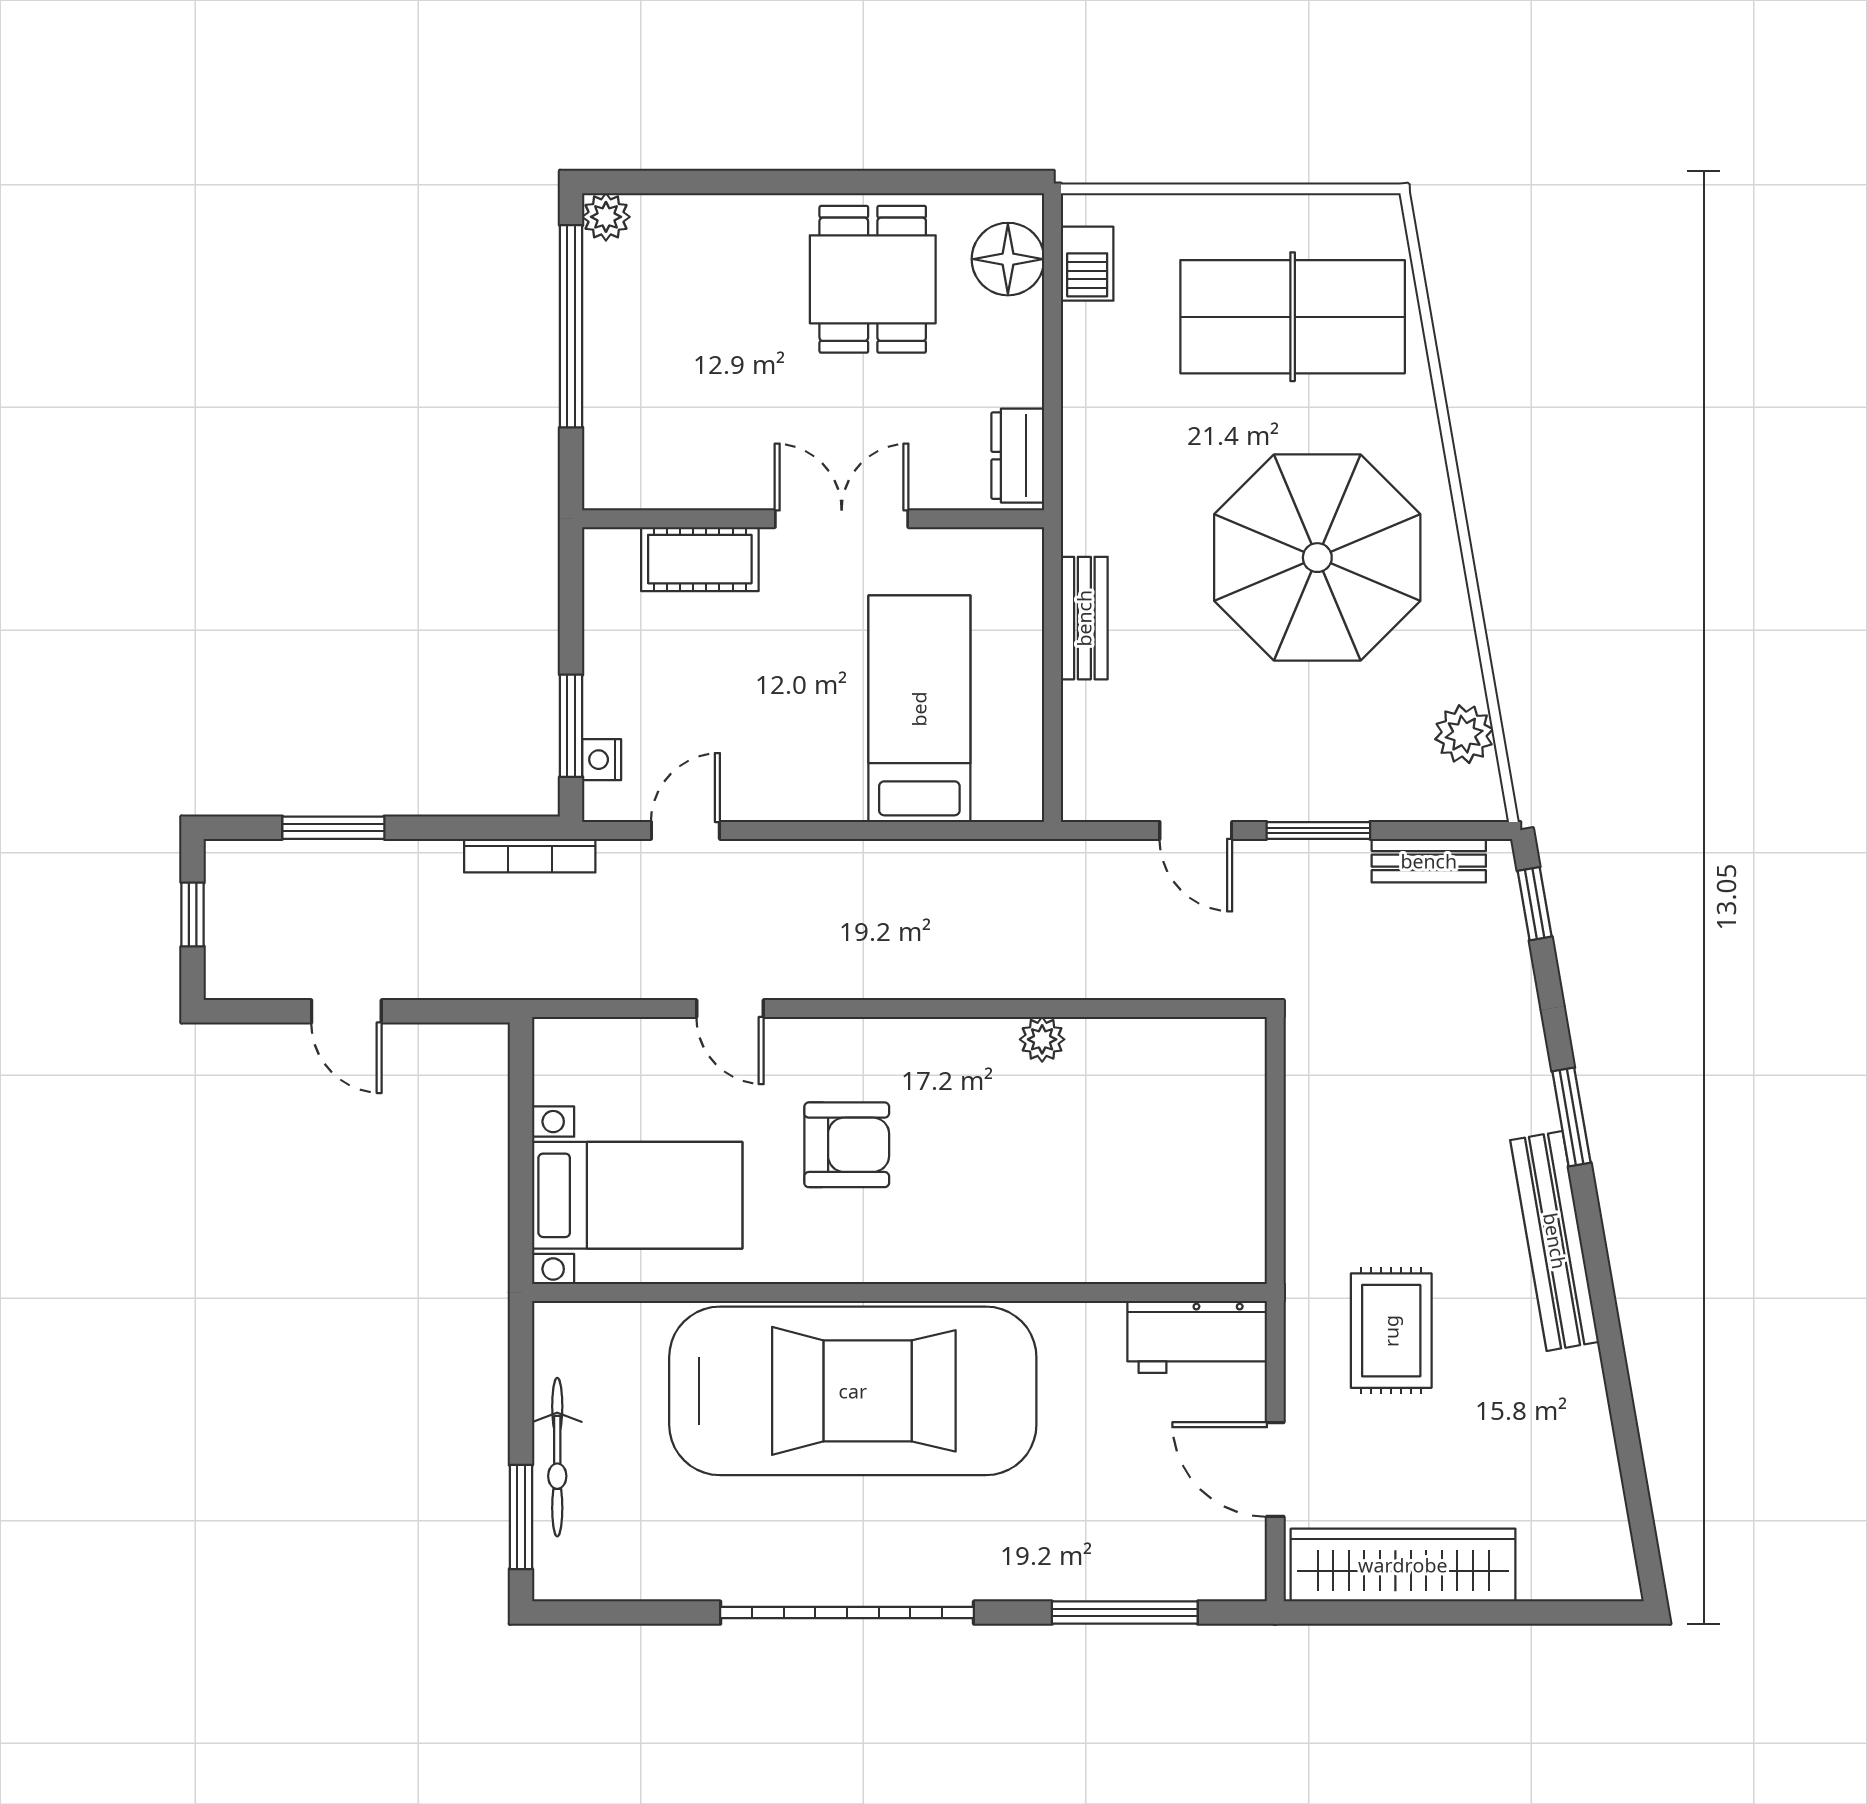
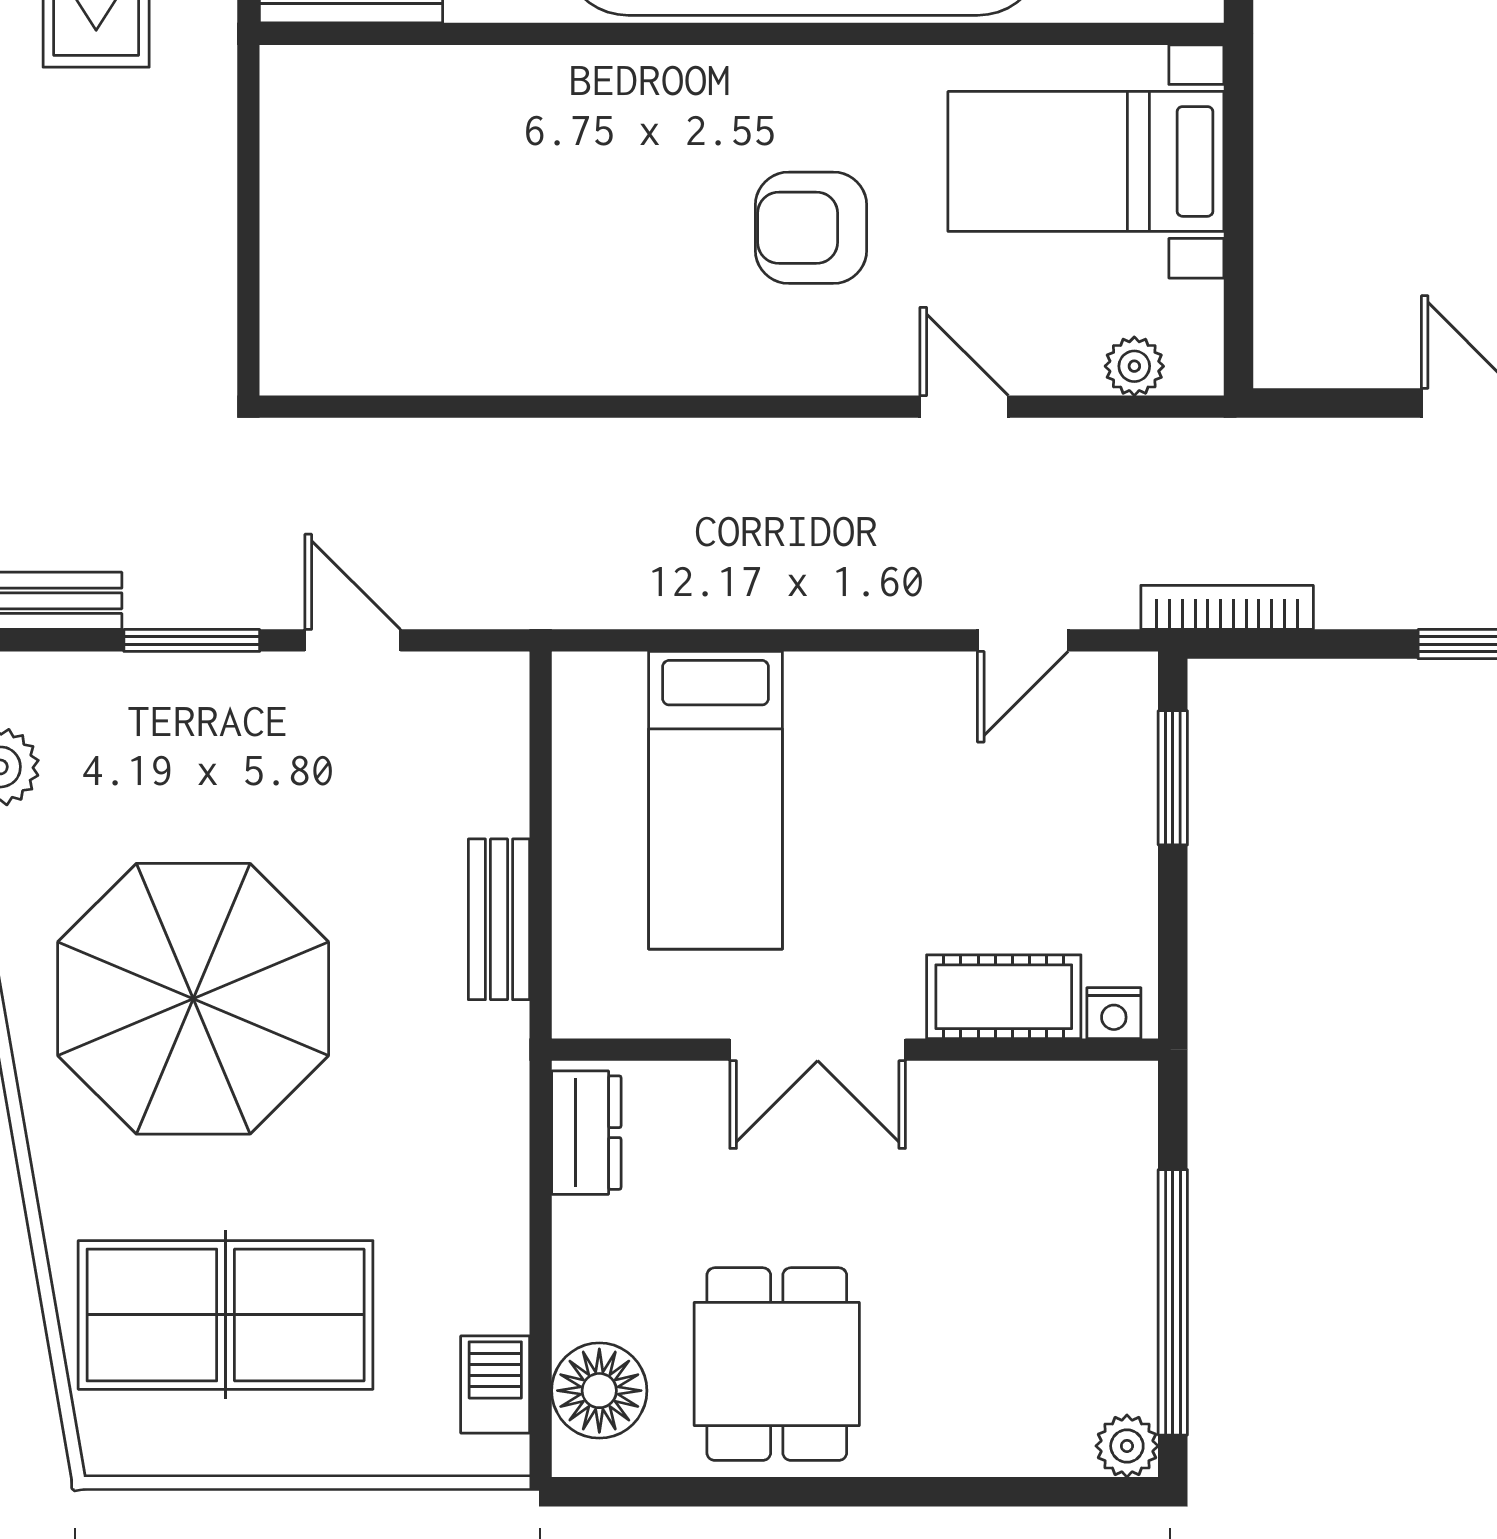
nightstand: (602, 760) -> (1114, 1013), moved, turned 90
plant: (1042, 1039) -> (1134, 366), moved

